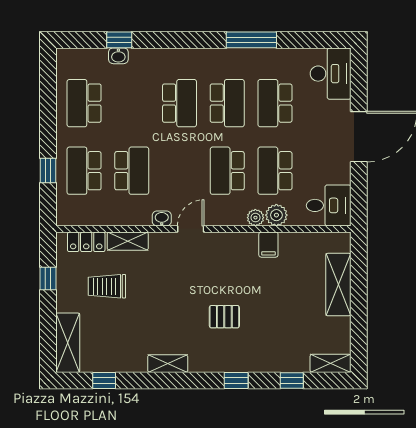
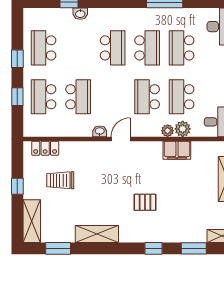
washbasin: (118, 56) -> (80, 14), moved
window: (48, 118) -> (17, 59), added
shelving: (128, 241) -> (75, 148), removed
filing cabinet: (268, 245) -> (177, 150), width x2.00
window: (48, 279) -> (17, 186), moved
shelving: (168, 364) -> (97, 234), width x1.50, depth x1.33
window: (104, 380) -> (58, 248), width x1.50
window: (292, 380) -> (194, 248), width x1.50

